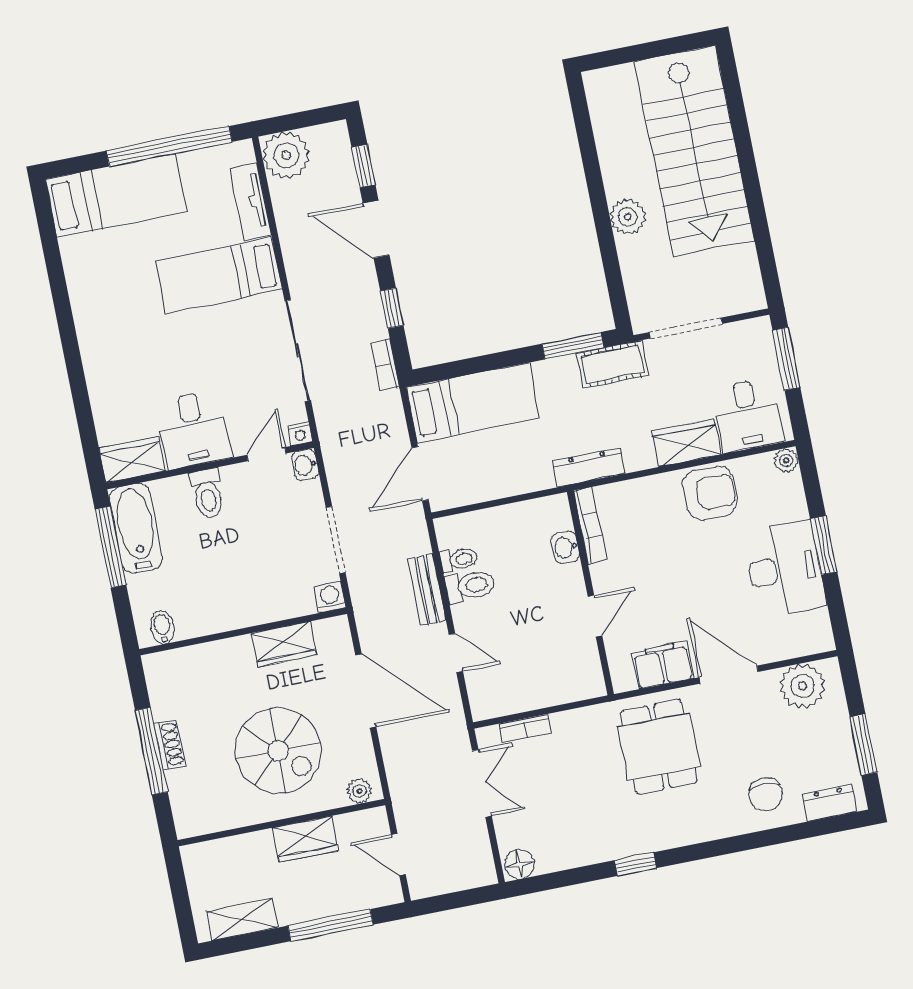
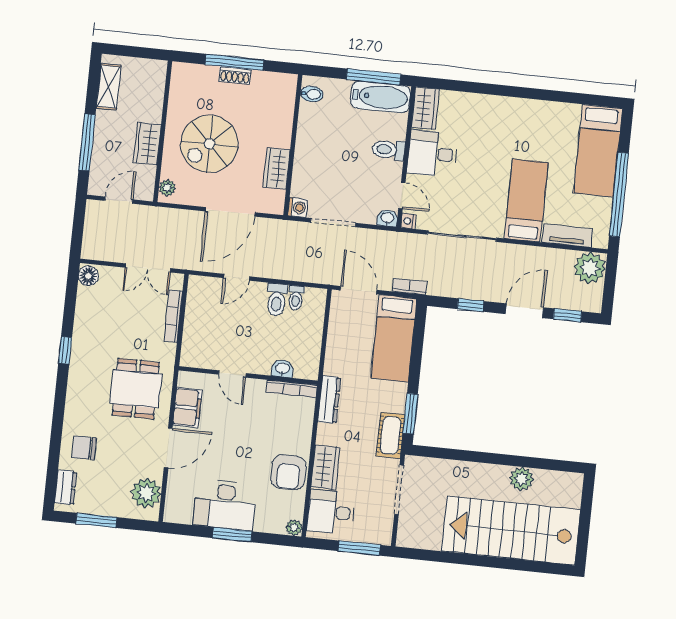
plant: (628, 217) -> (522, 479), moved
bookcase: (385, 365) -> (410, 287), moved
bench: (427, 590) -> (283, 271), removed
bookcase: (525, 728) -> (173, 316), width x1.56
dining table: (659, 747) -> (136, 389), turned 90

